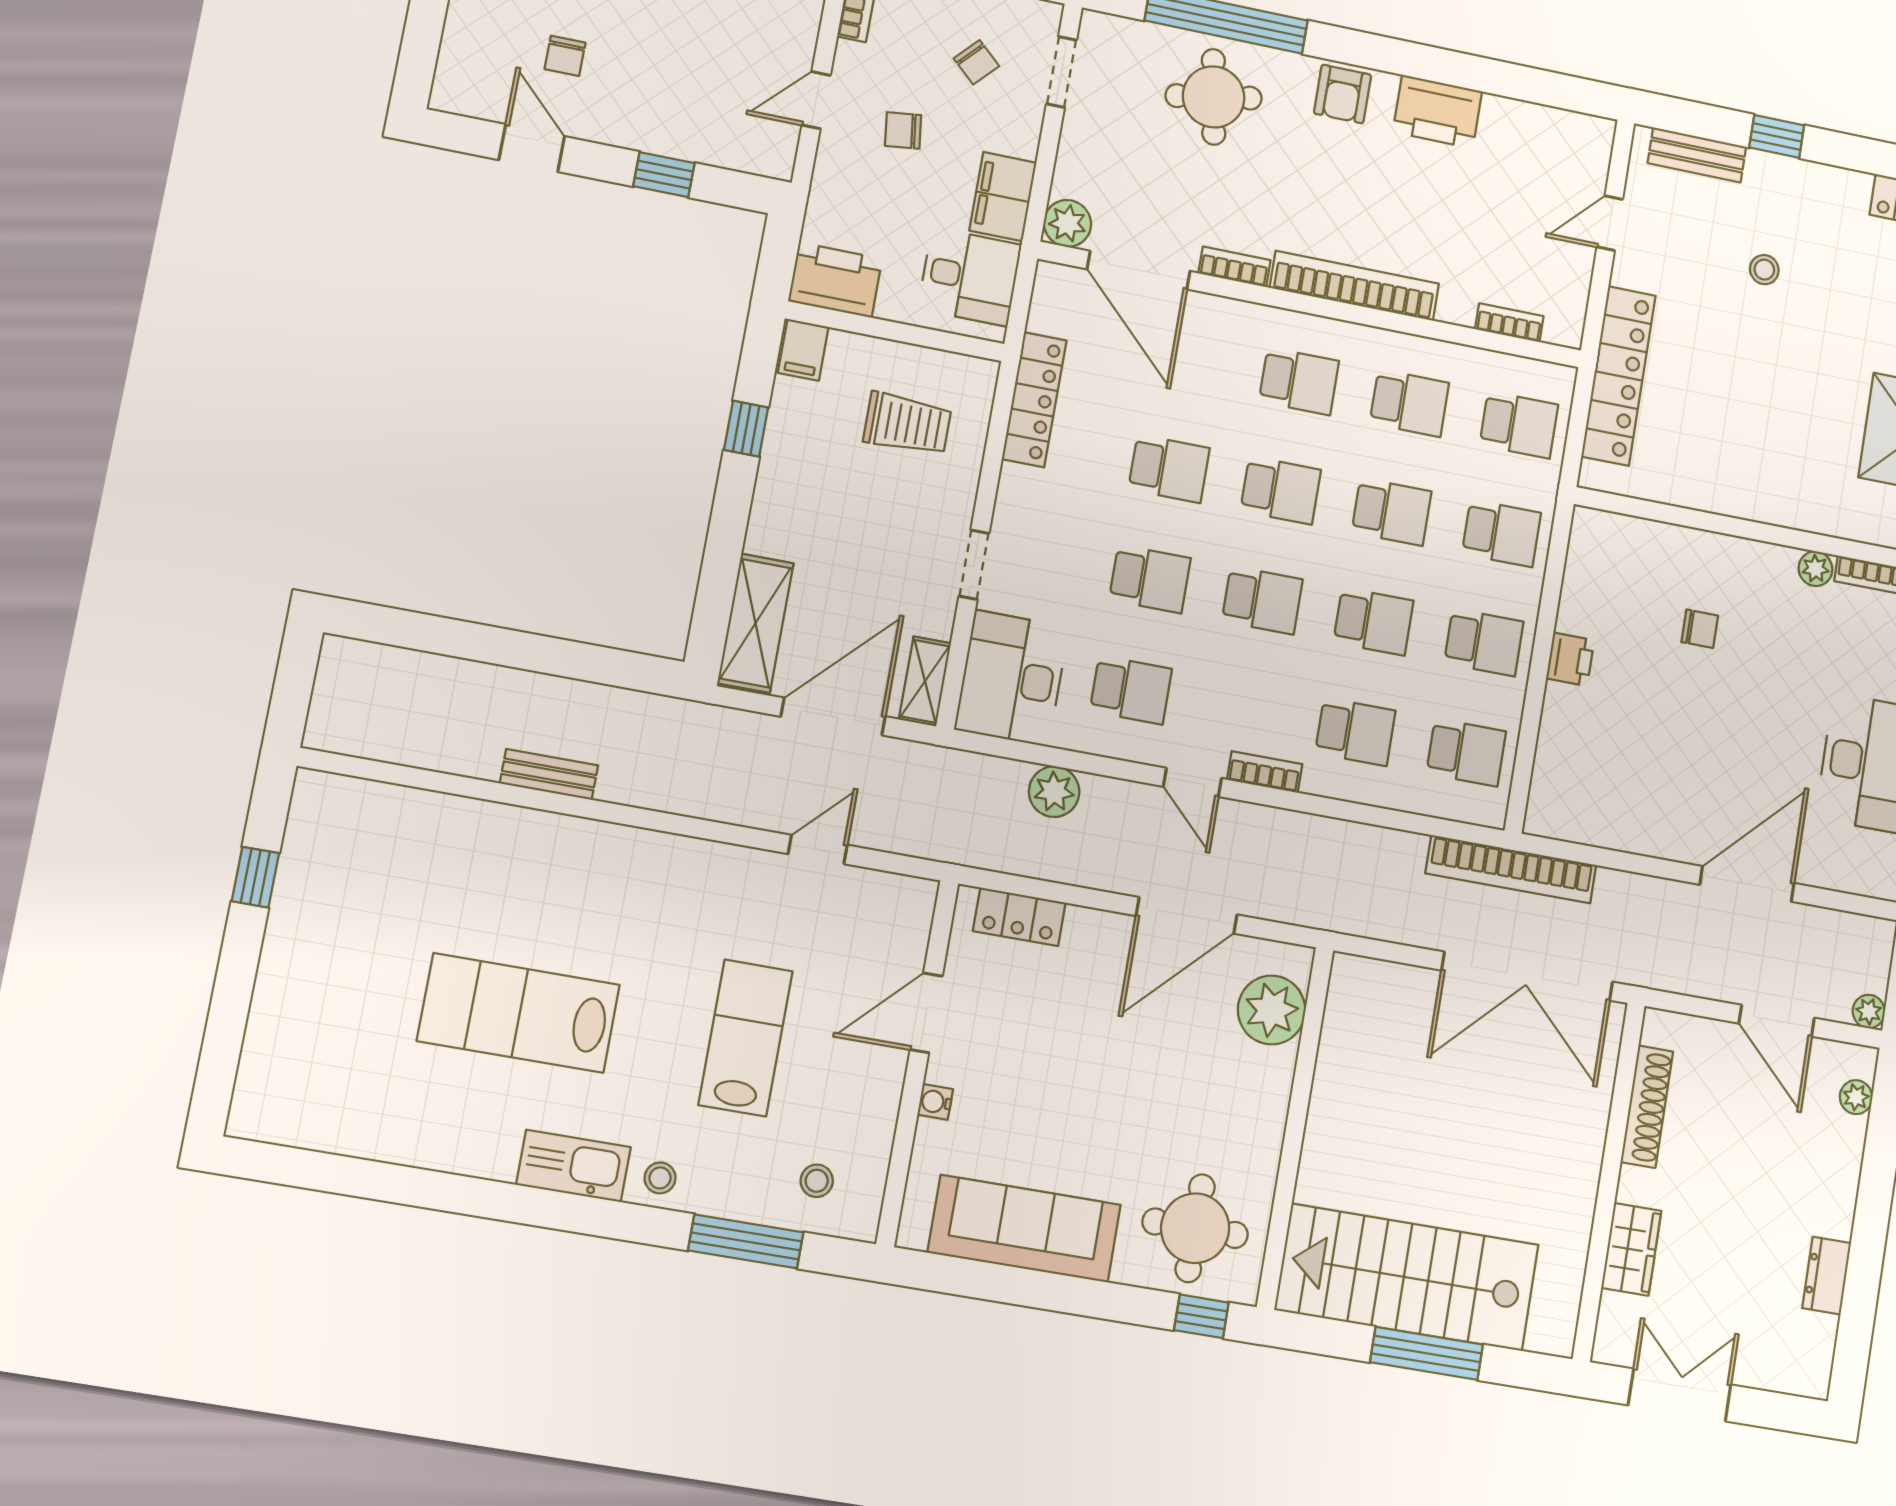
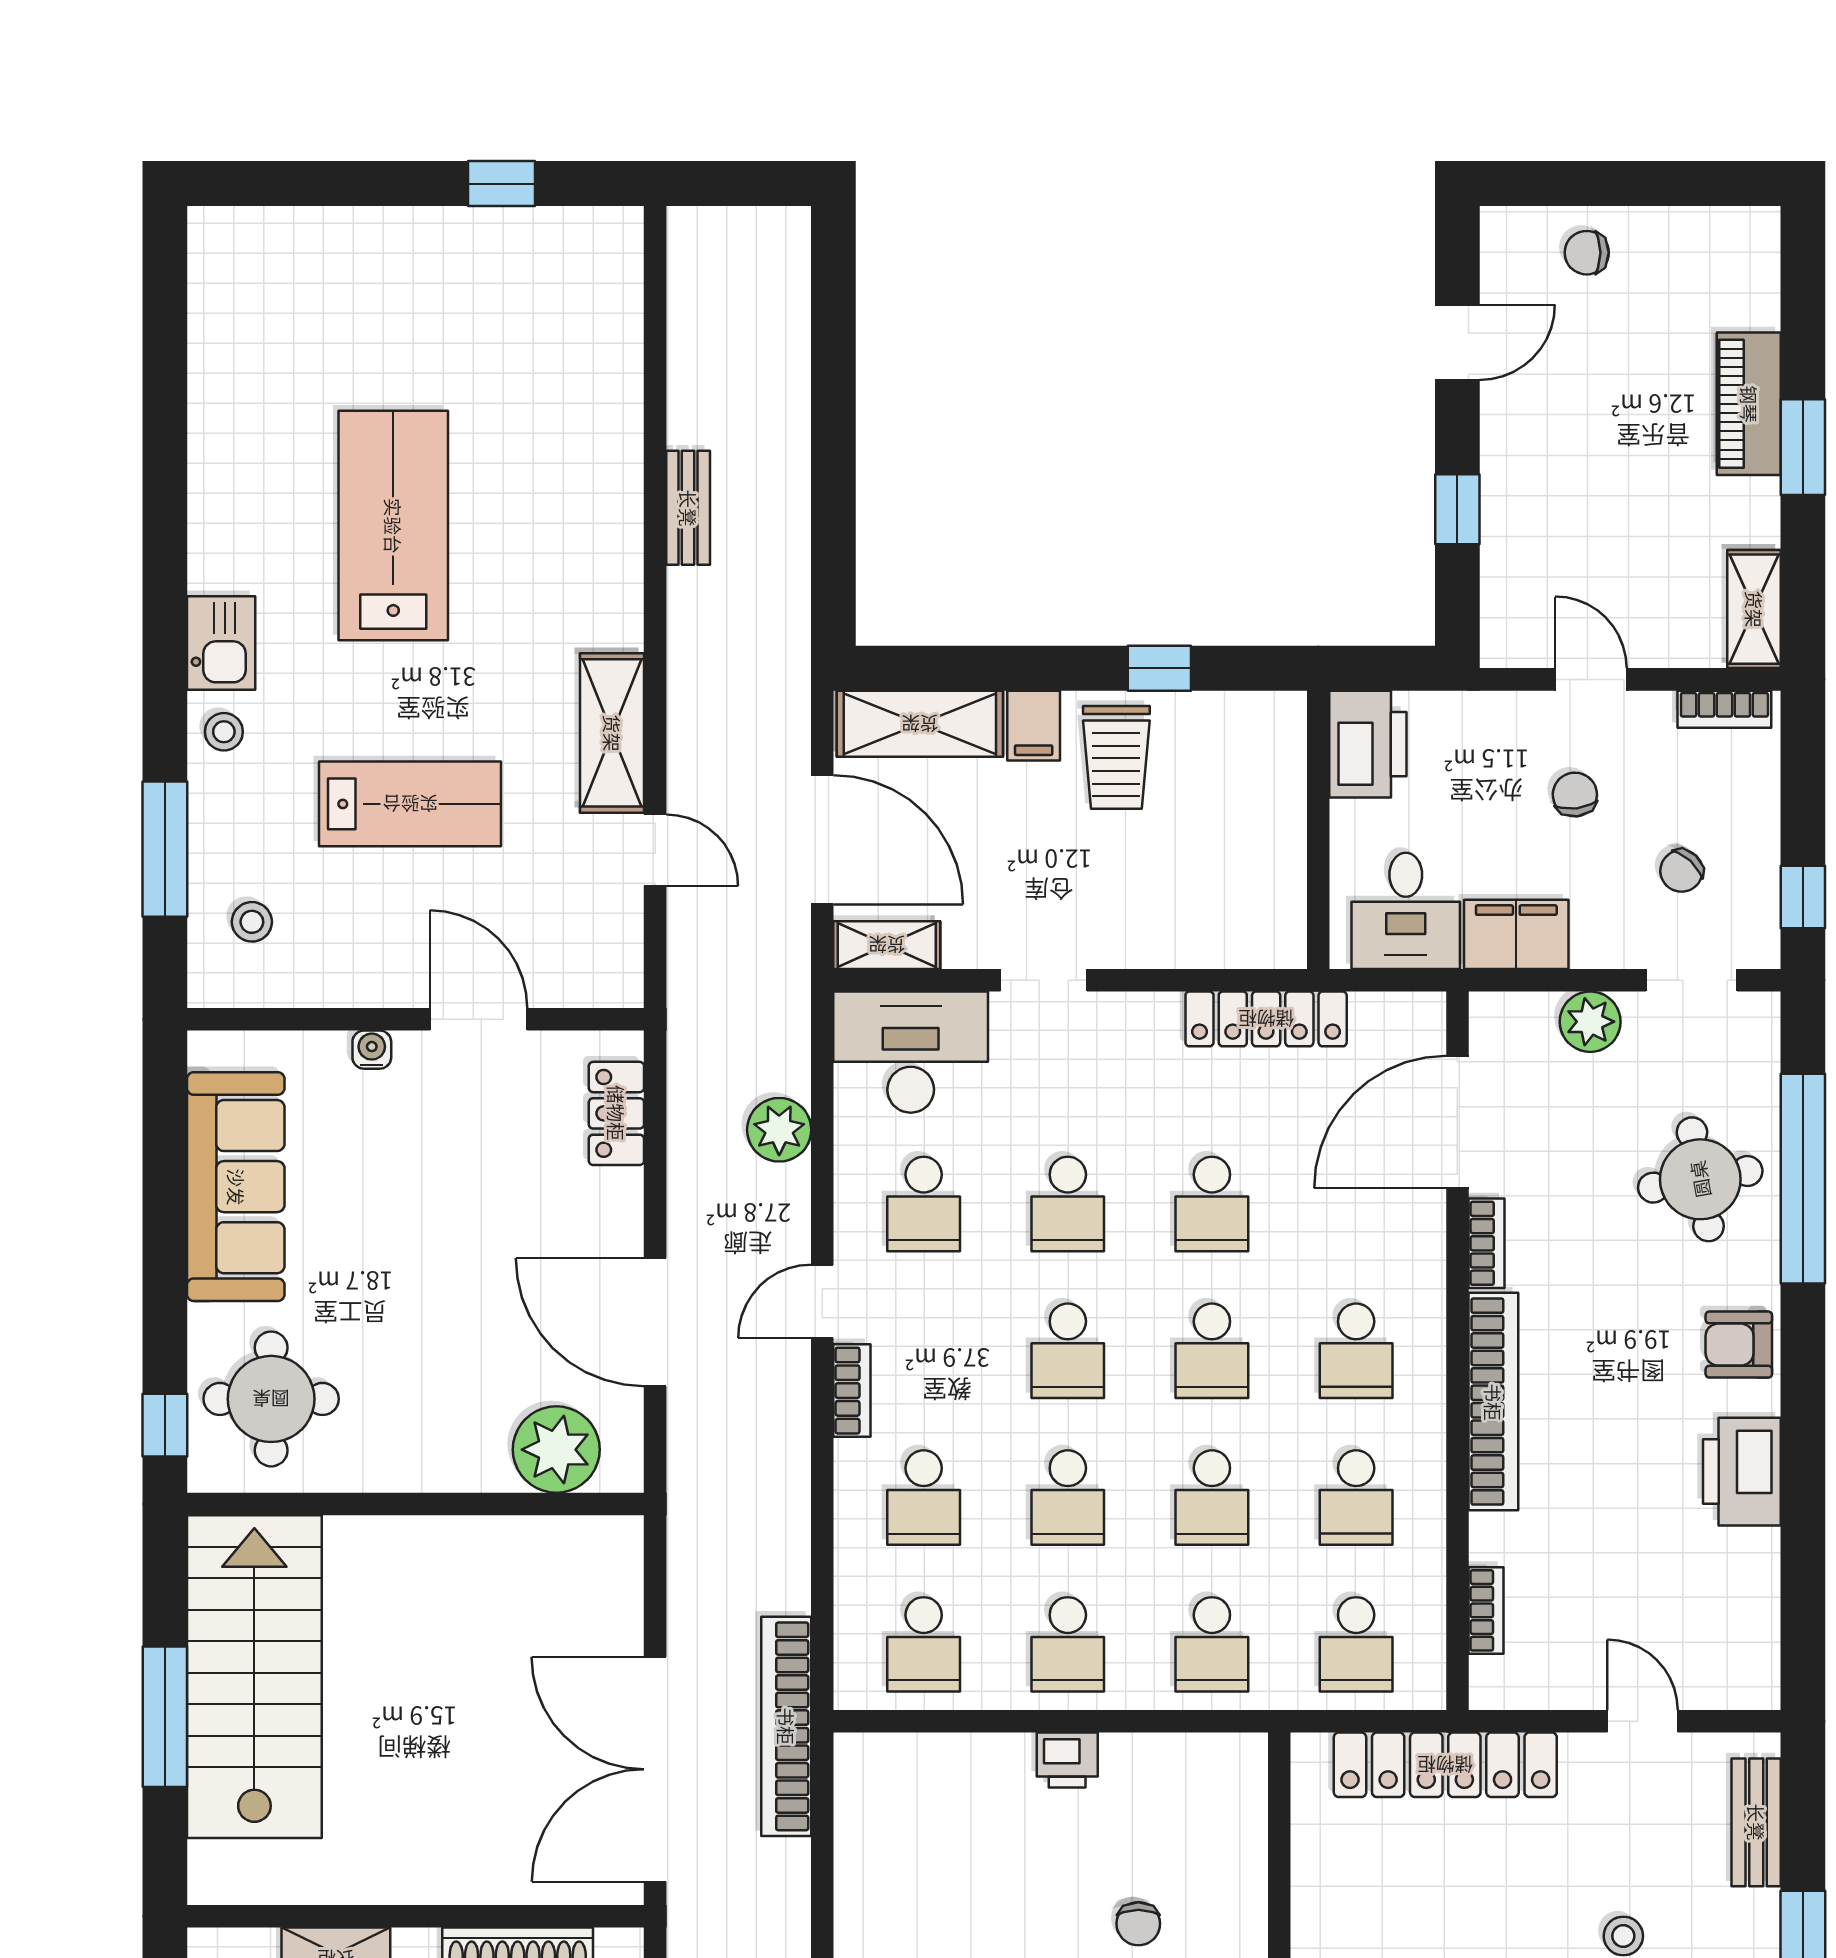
chair: (565, 56) -> (1587, 253), moved
plant: (1067, 223) -> (1590, 1022), moved
filing cabinet: (803, 350) -> (1034, 726), moved, turned -90
trolley: (907, 424) -> (1116, 757), moved
shelving: (718, 867) -> (612, 733), added
kitchen sink: (573, 1166) -> (221, 643), width x0.73

